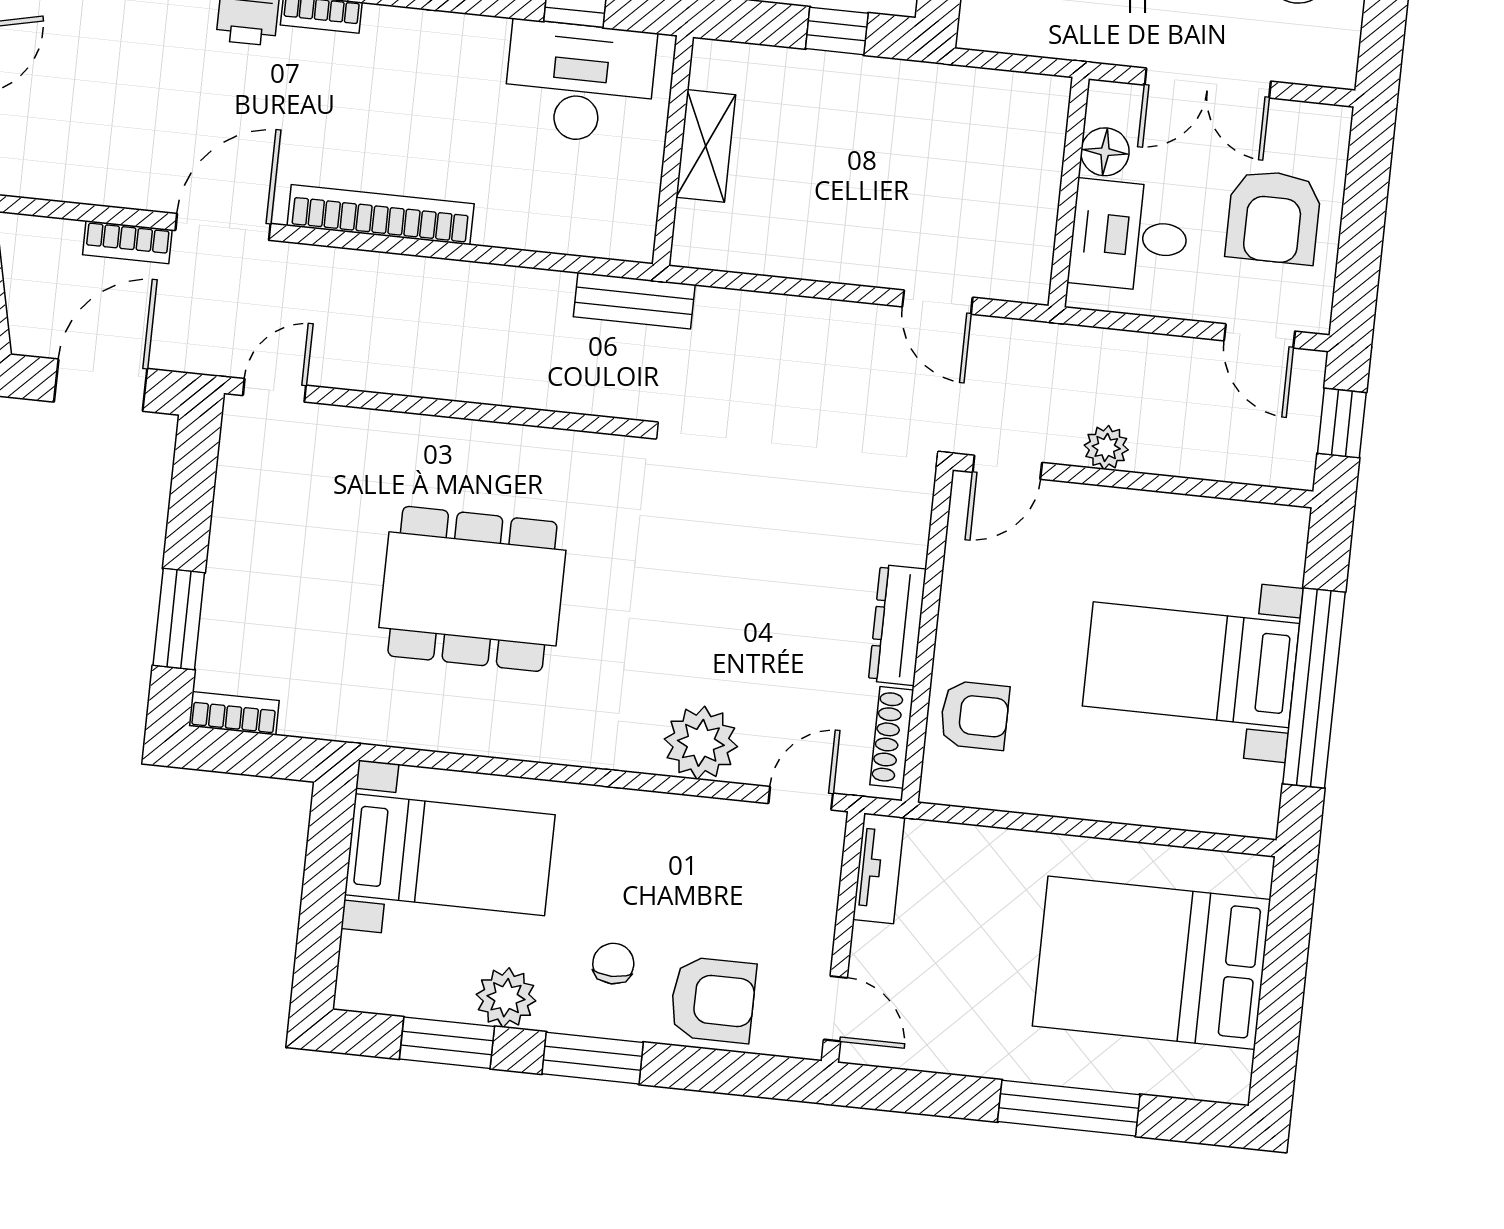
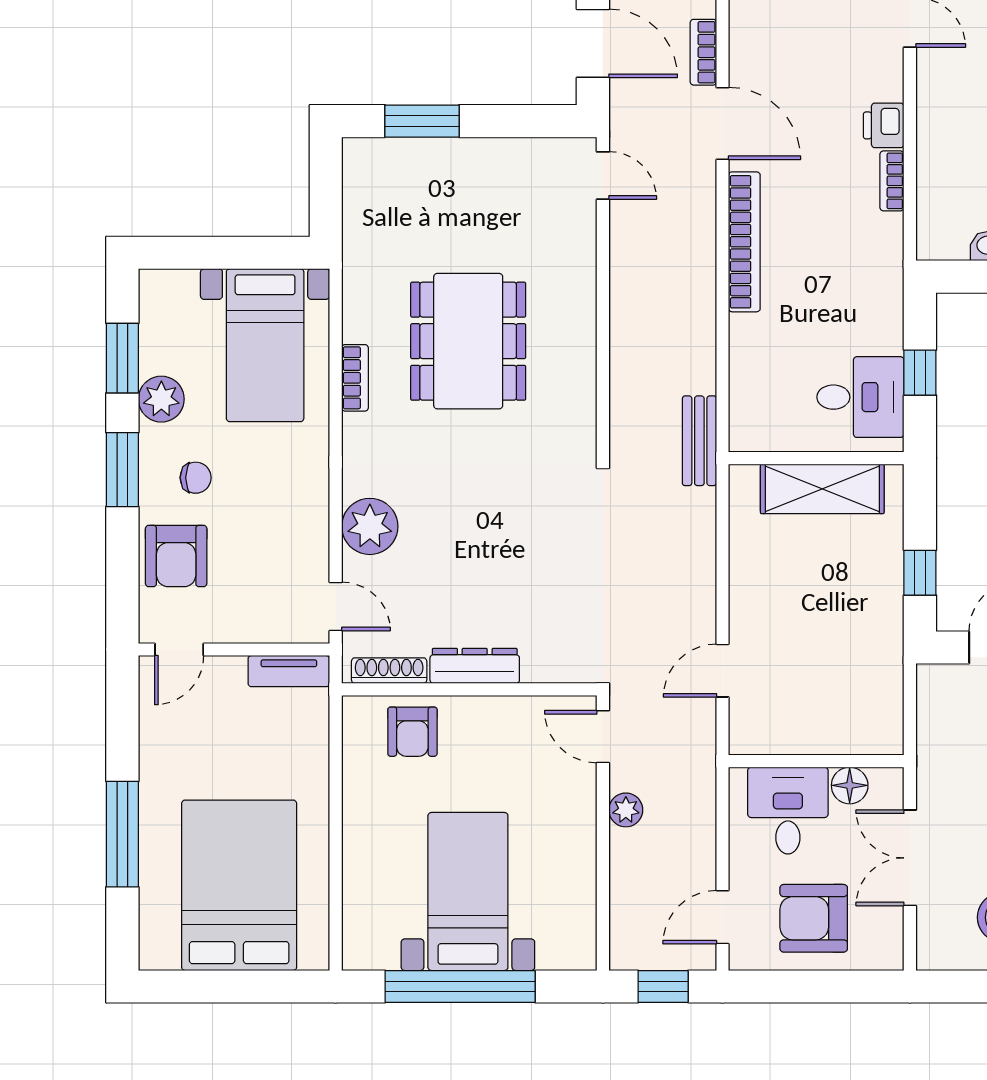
desk: (580, 82) -> (860, 397), width x0.73
shelving: (706, 146) -> (822, 489), width x1.50, depth x1.33
bookcase: (234, 713) -> (355, 378), moved

